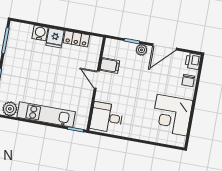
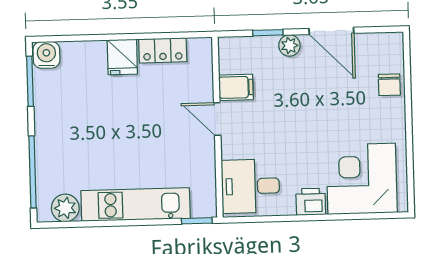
water cooler: (40, 33) -> (46, 55), moved
door: (164, 47) -> (331, 31), hinge flipped
printer: (193, 61) -> (311, 202), moved, turned 90
corner desk: (172, 115) -> (362, 179), moved, turned 90

